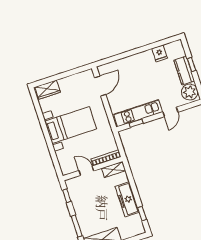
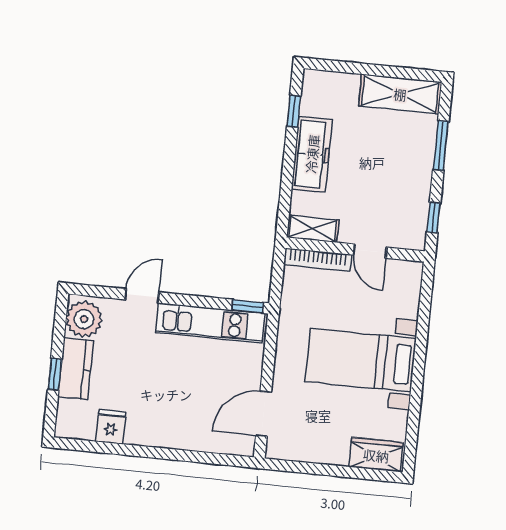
window: (136, 123) -> (248, 306), moved

